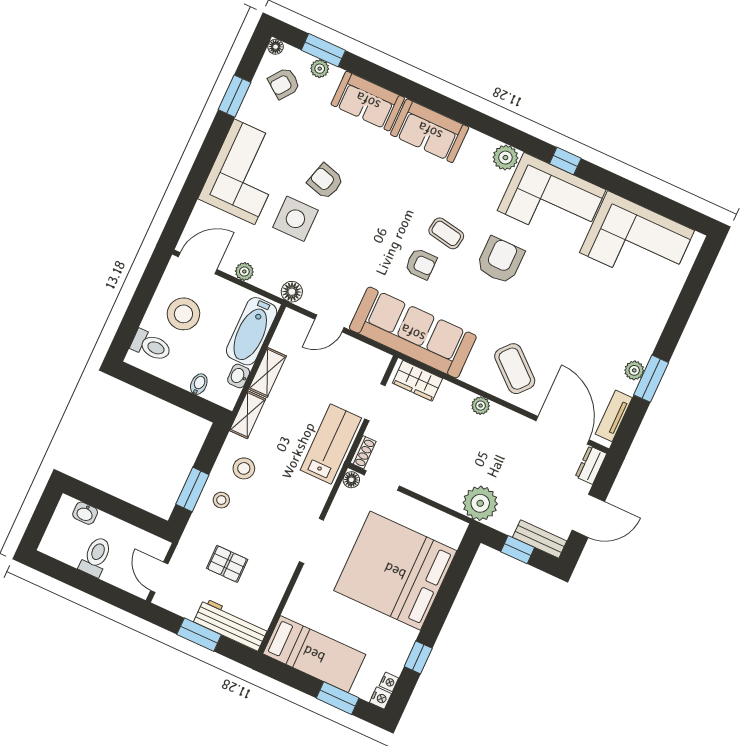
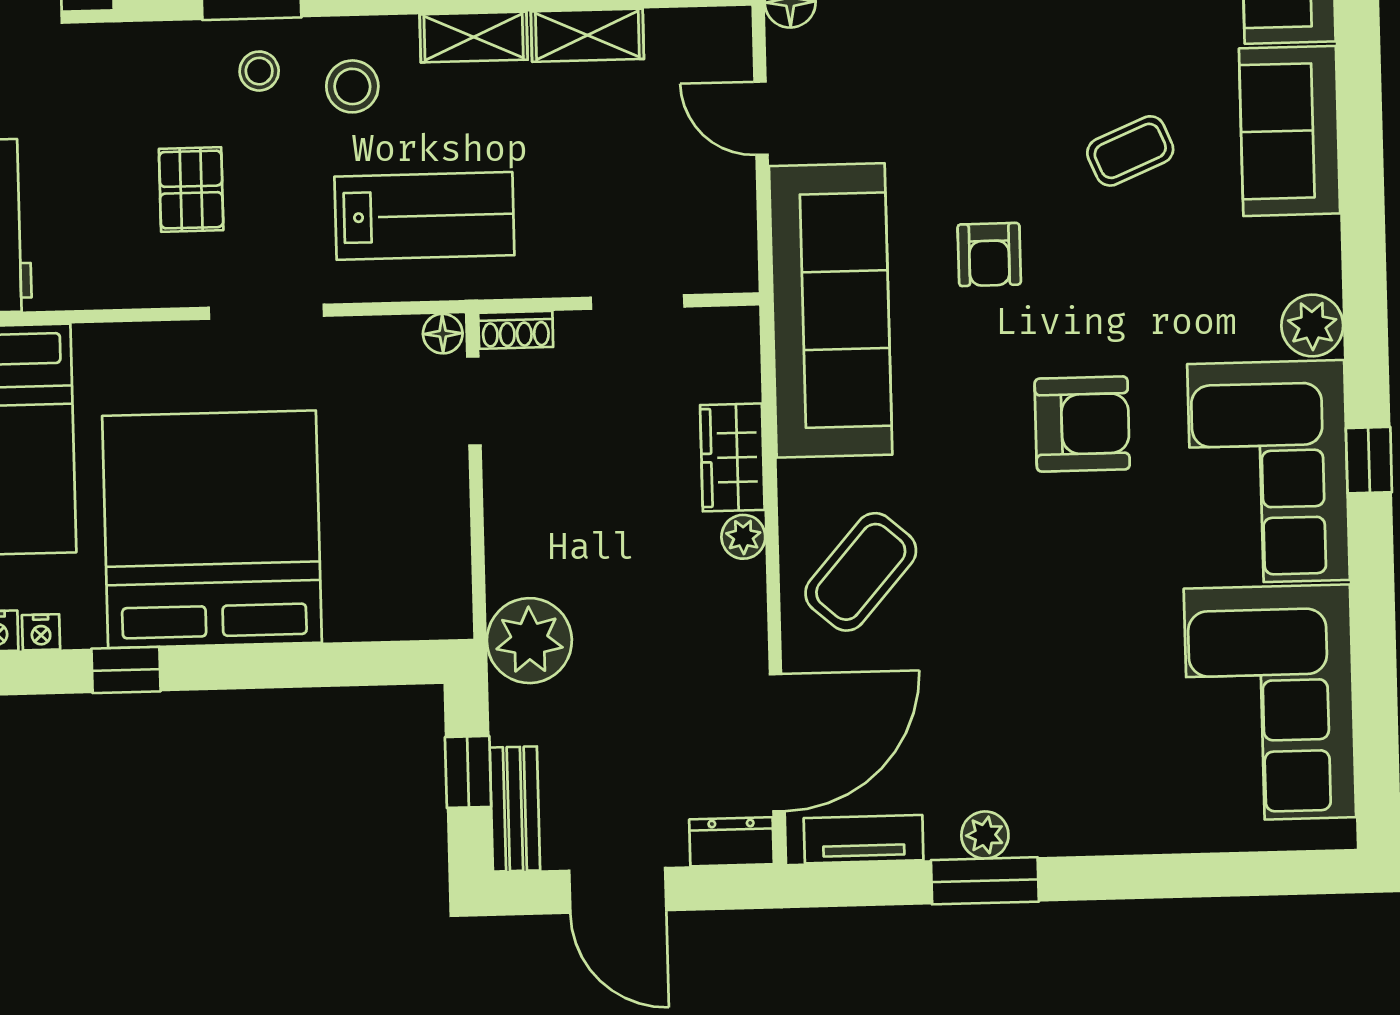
coffee table: (446, 233) -> (1130, 151), moved, turned 57
wardrobe: (418, 381) -> (732, 457), moved
lab bench: (331, 444) -> (424, 216), moved
pallet: (227, 564) -> (191, 190), moved
bed: (395, 571) -> (212, 529), moved

